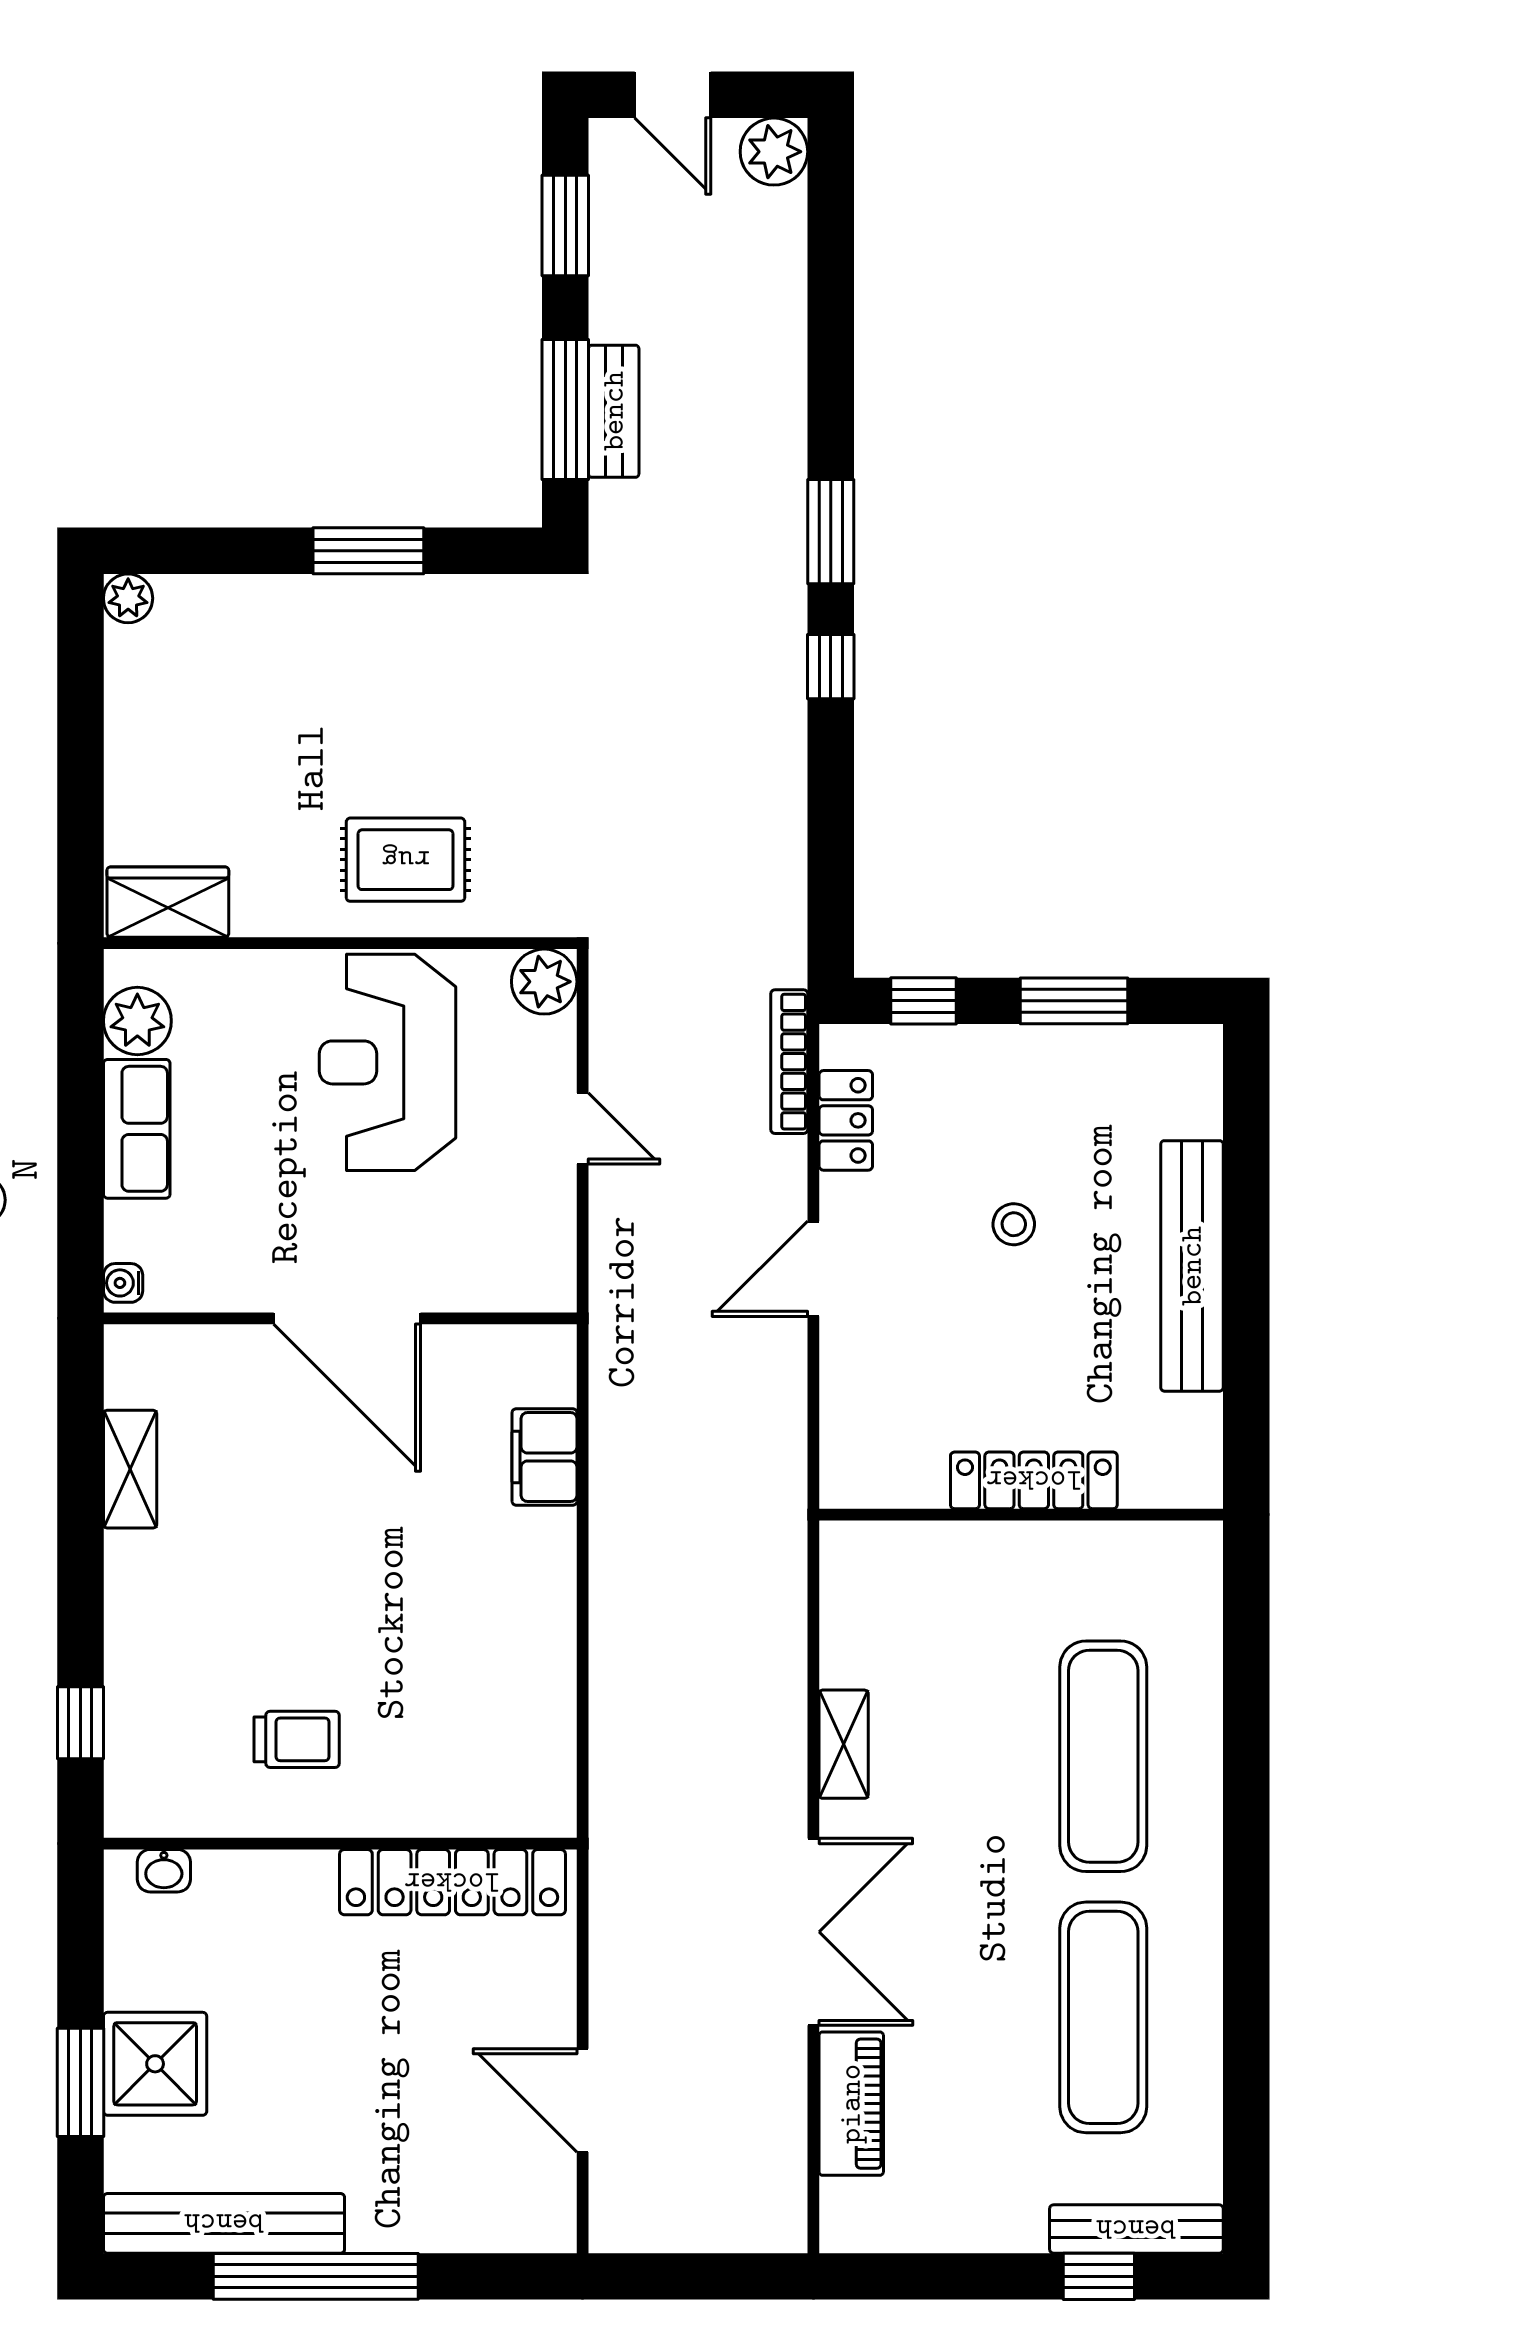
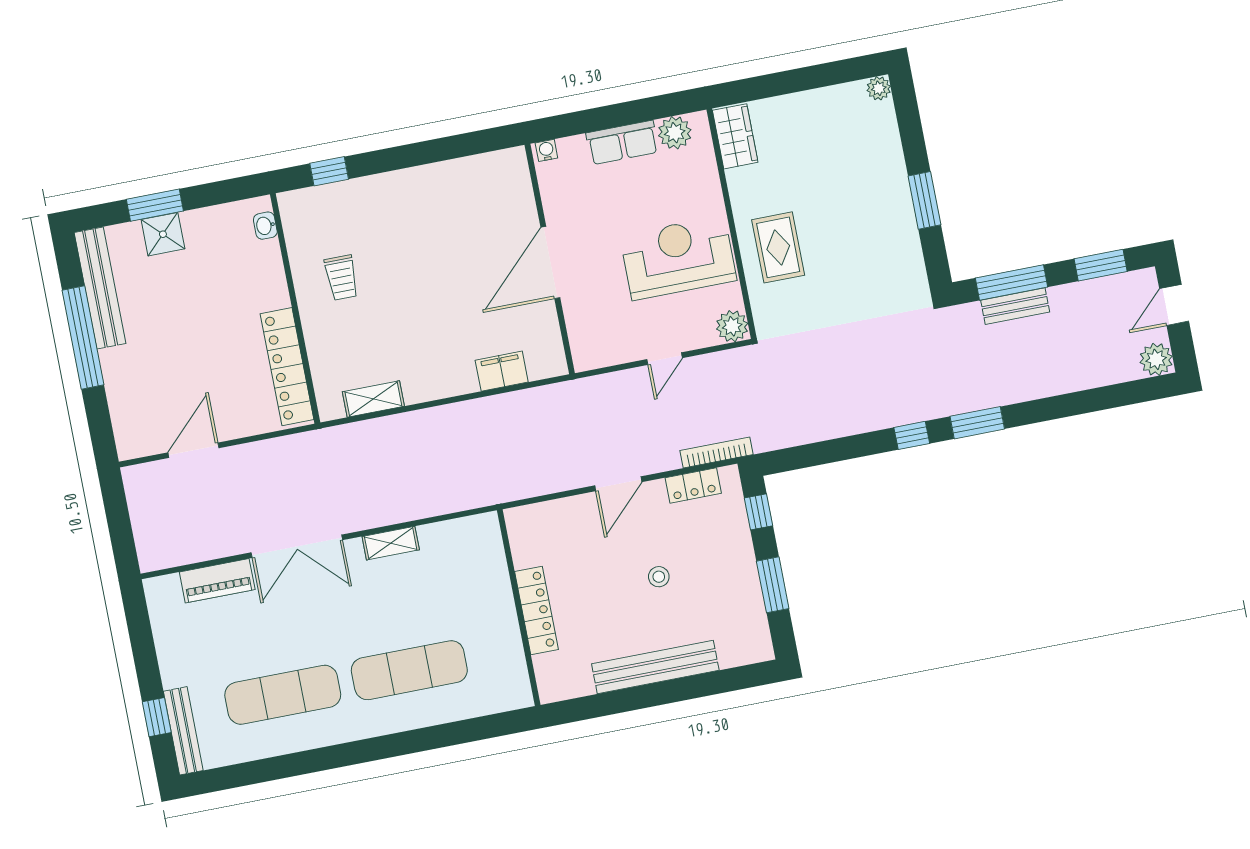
door: (813, 1269) -> (618, 484), swing flipped
shelving: (130, 1469) -> (373, 399), moved
shower: (155, 2064) -> (163, 234), width x0.73, depth x0.73

